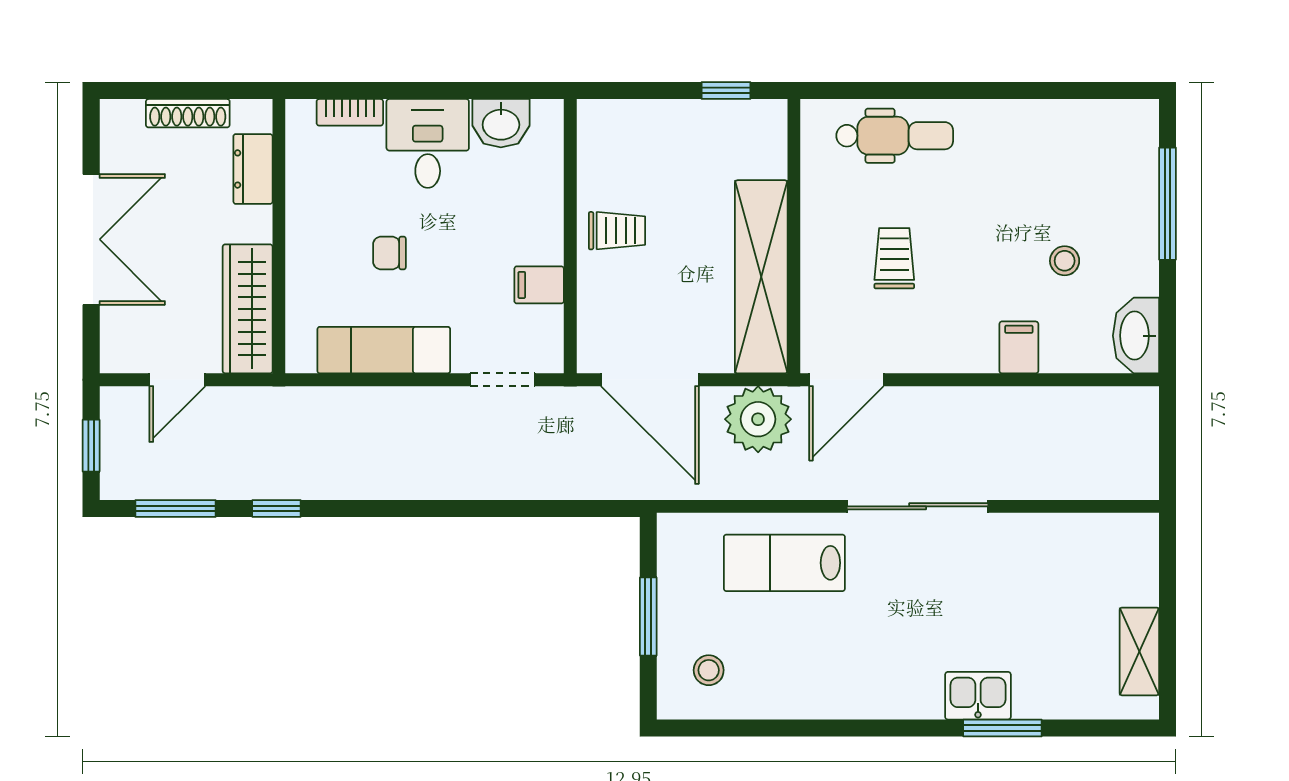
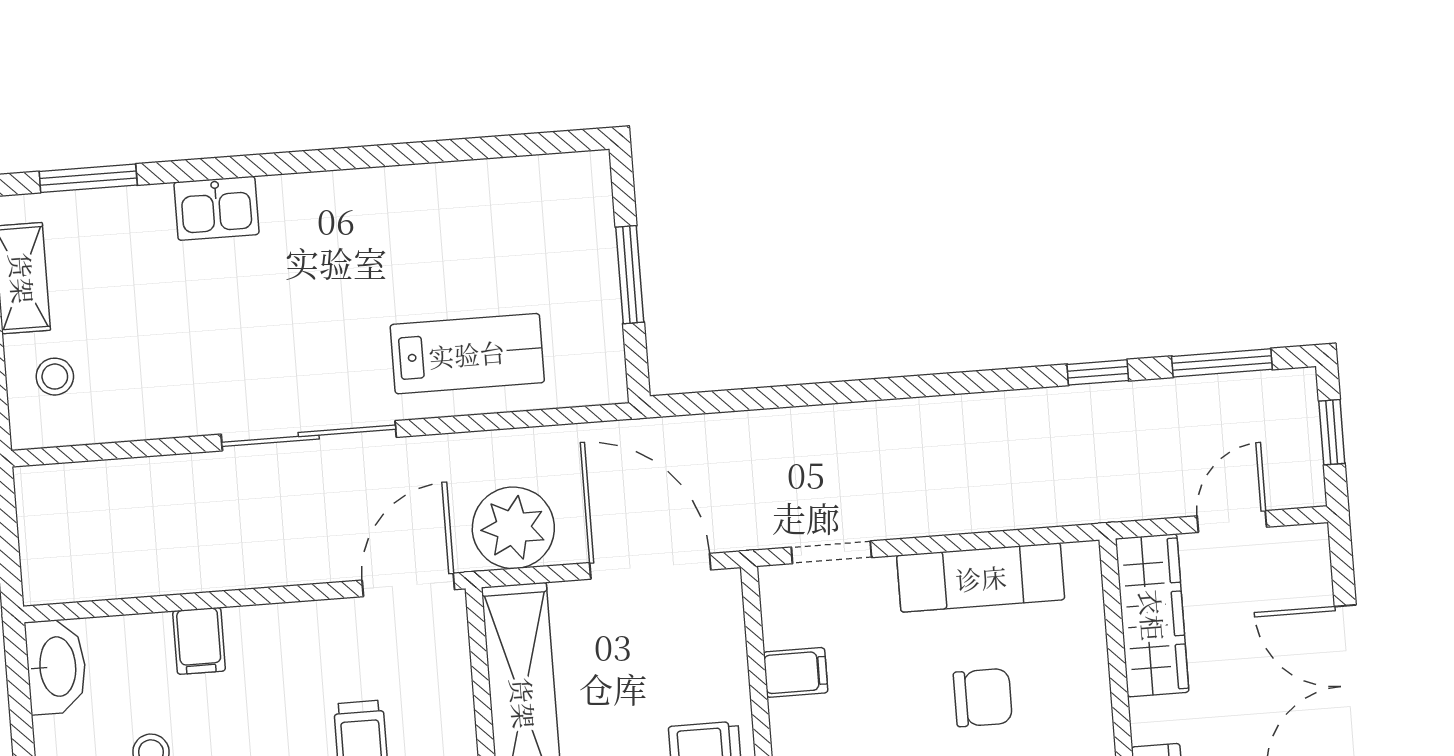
chair: (389, 253) -> (983, 698), width x1.37, depth x1.37
stool: (709, 670) -> (55, 377), moved
window: (1002, 728) -> (88, 178), moved

